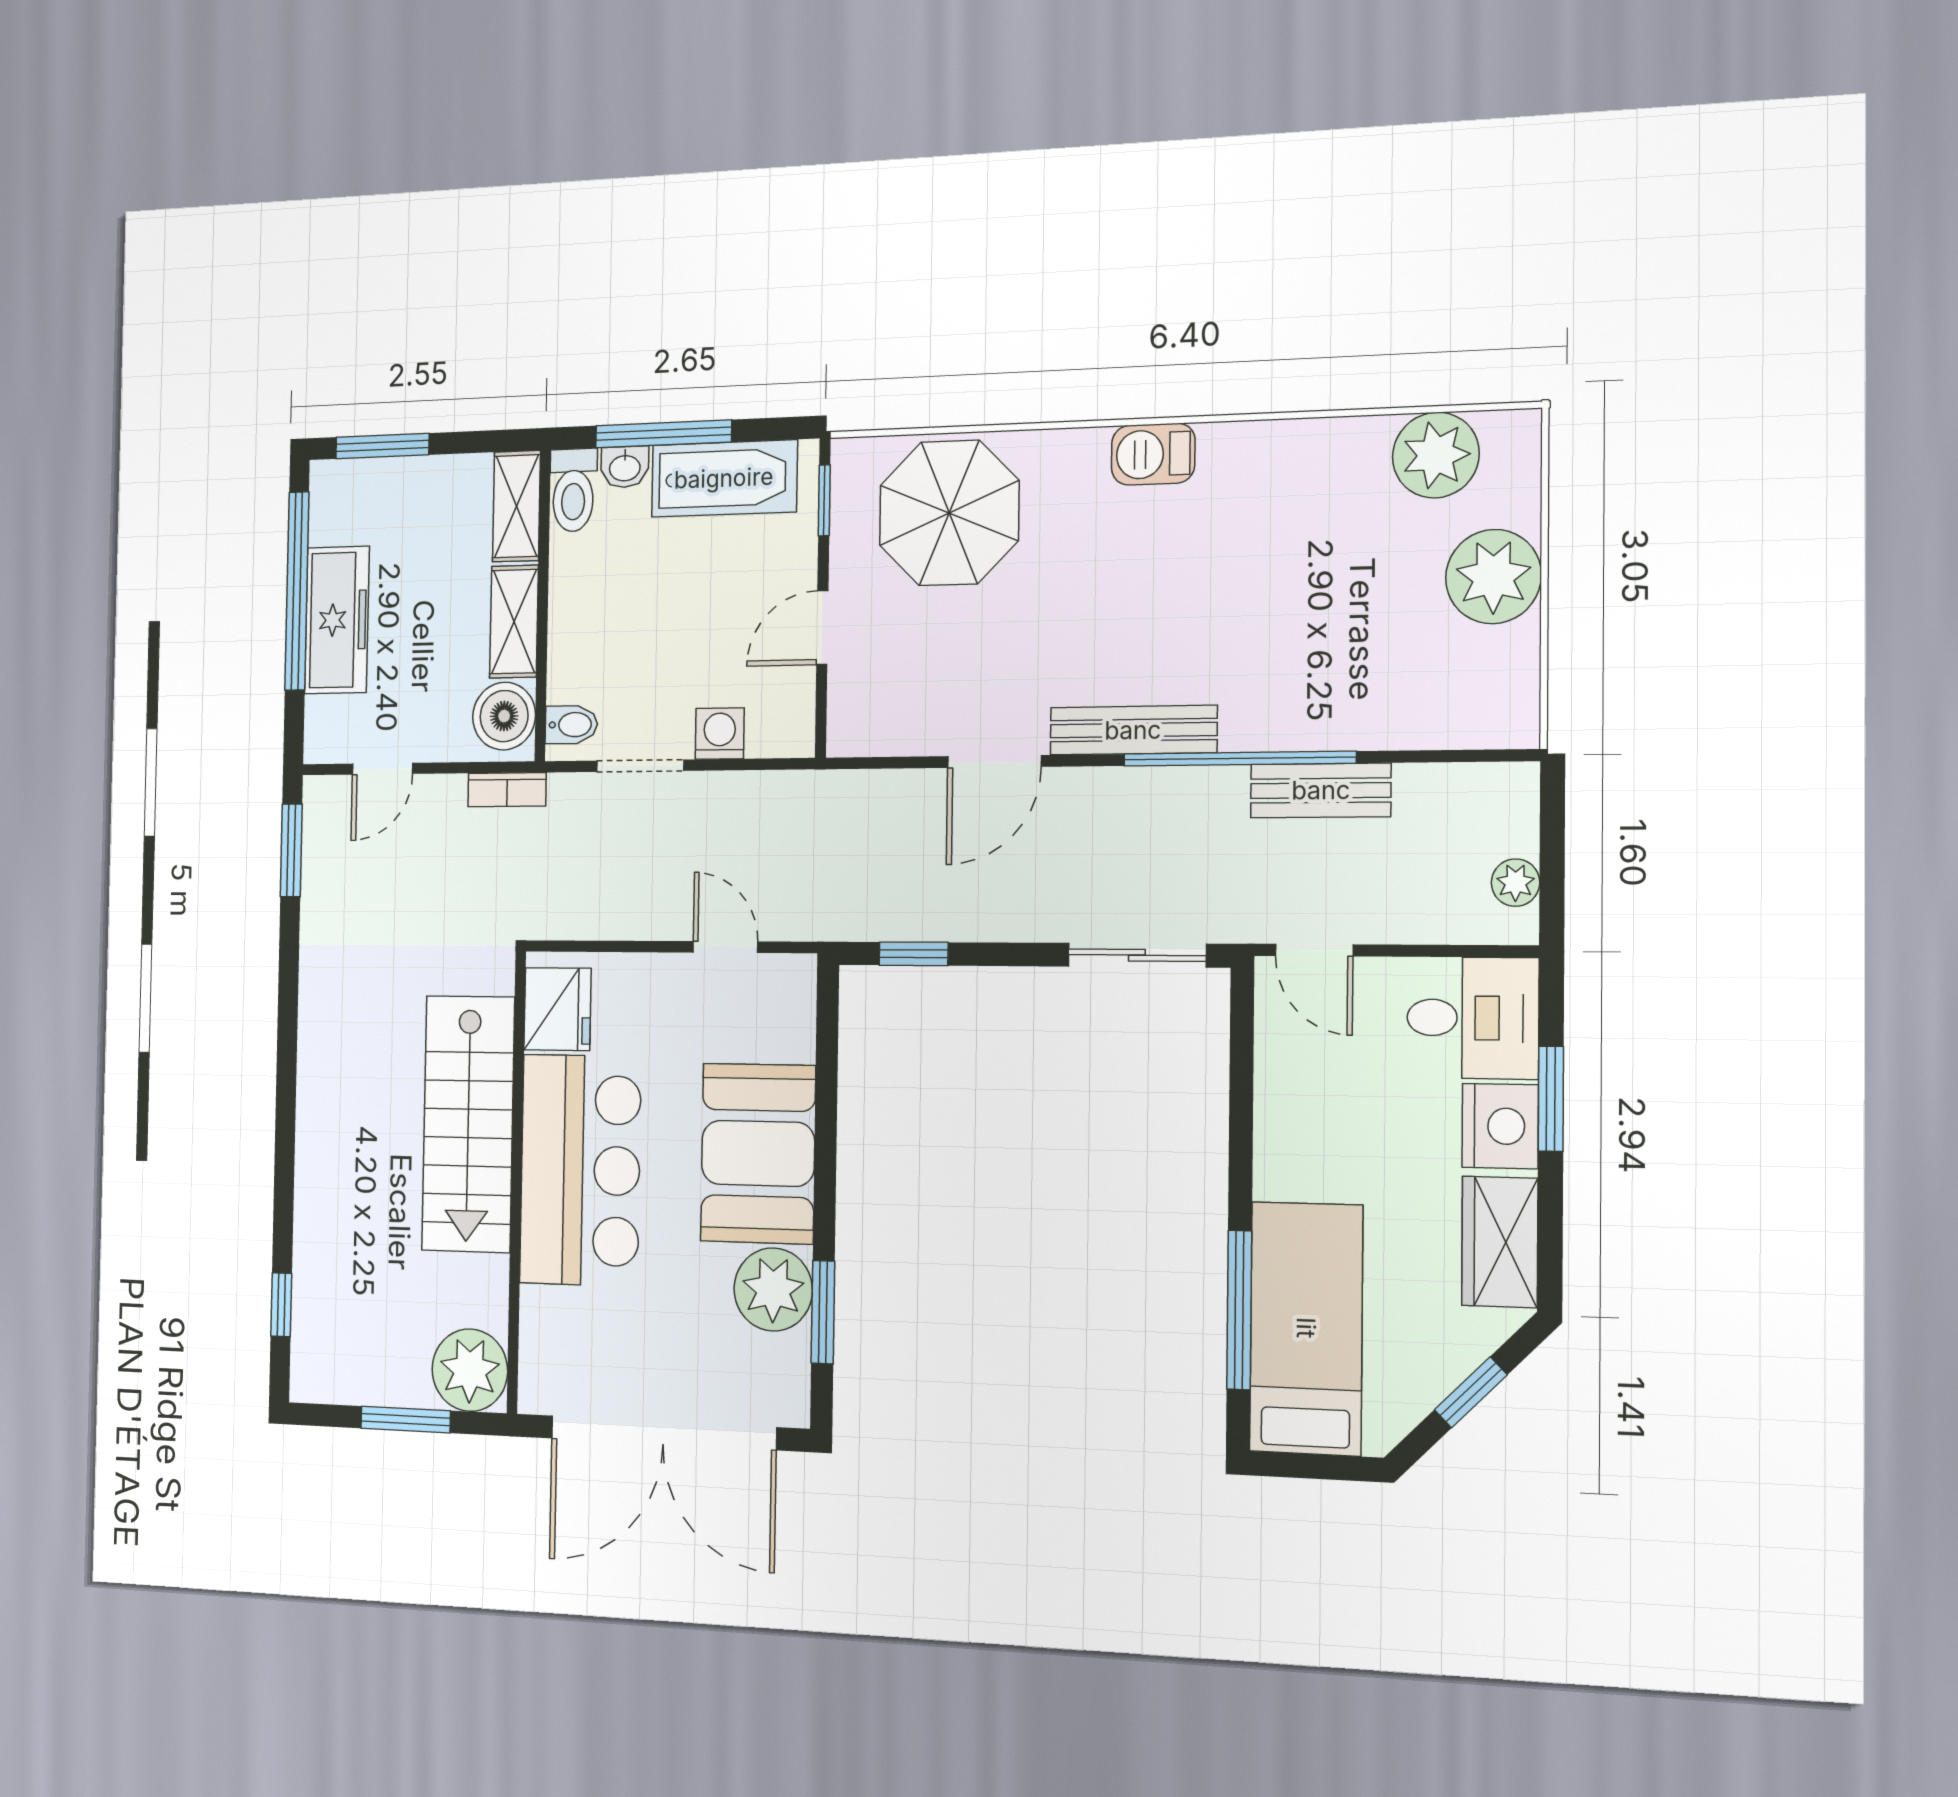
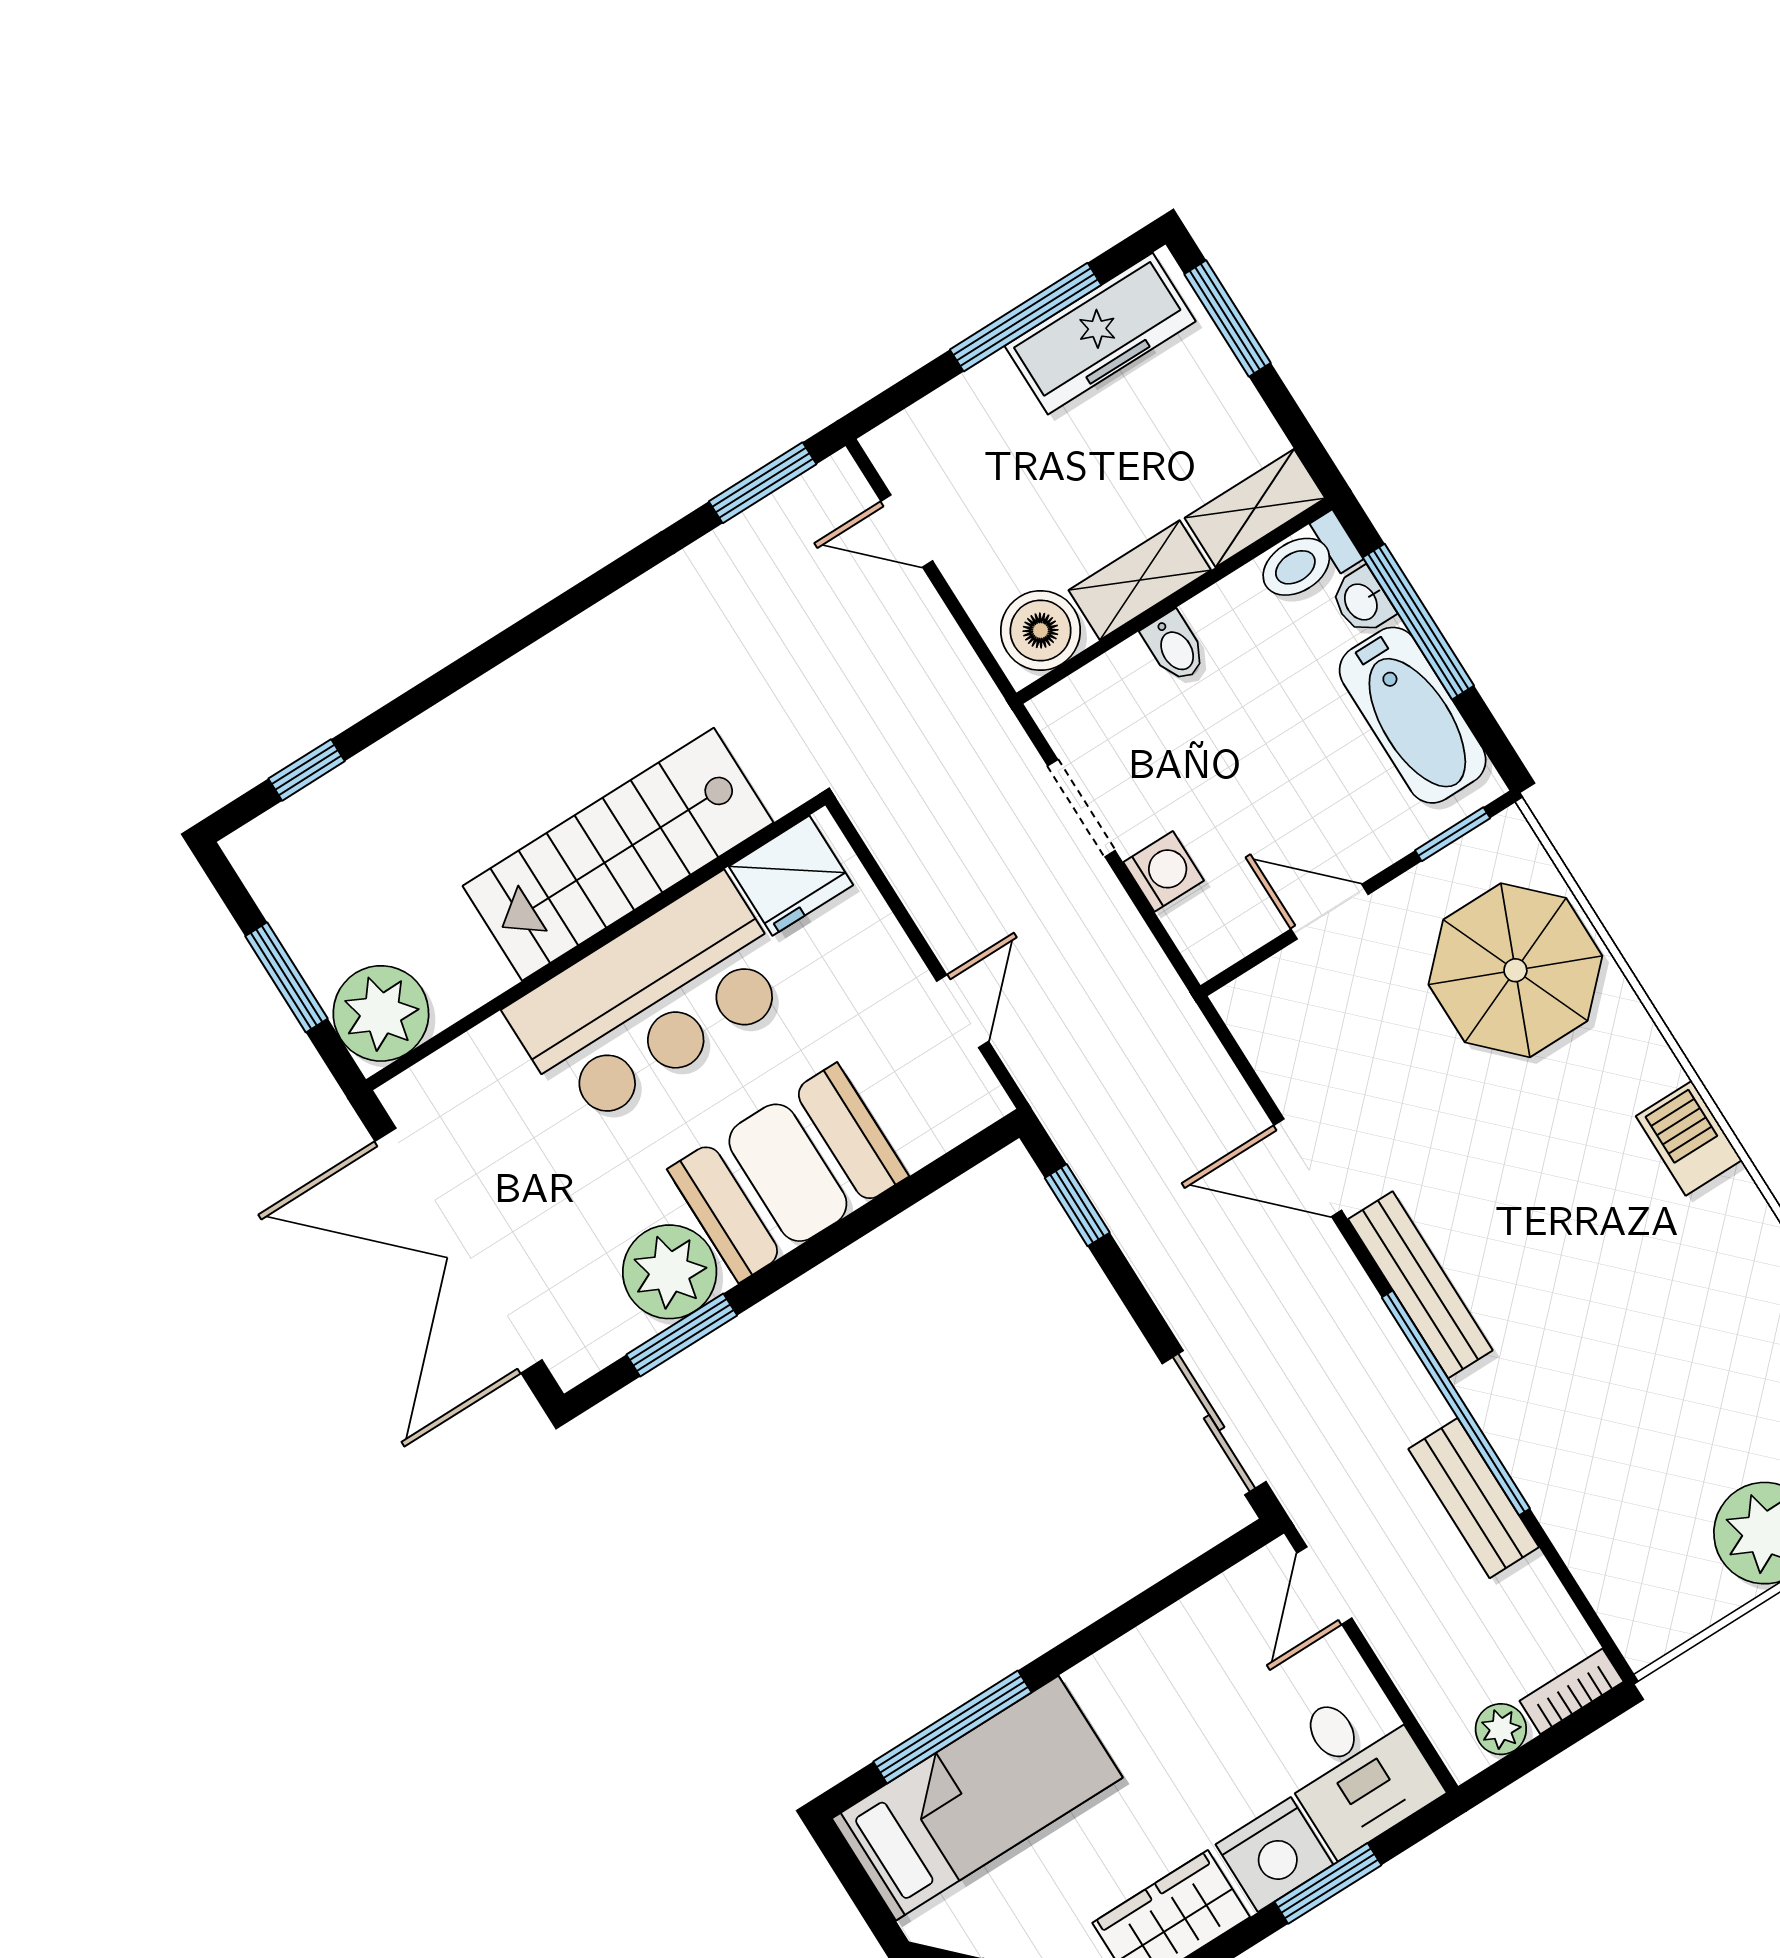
window: (297, 591) -> (1026, 317), width x0.68
freezer: (337, 620) -> (1100, 334), moved
bidet: (571, 725) -> (1175, 647), moved
bookcase: (507, 790) -> (1572, 1691), moved, turned 90

